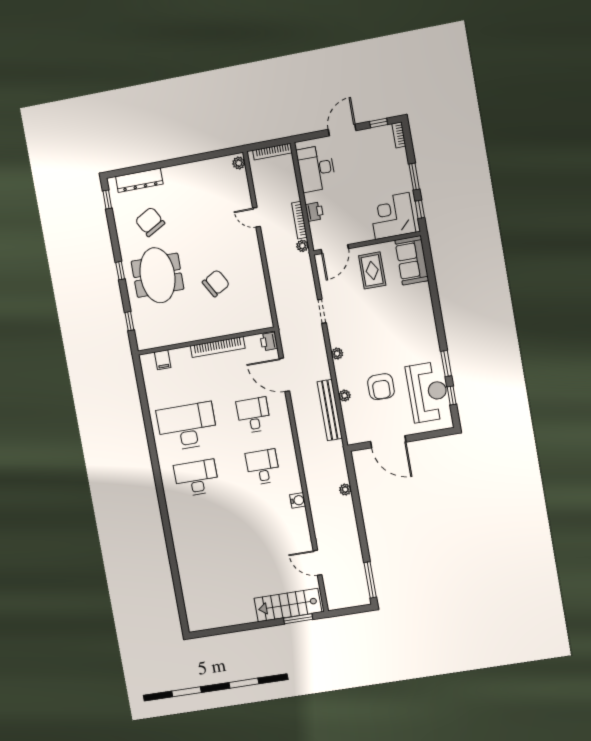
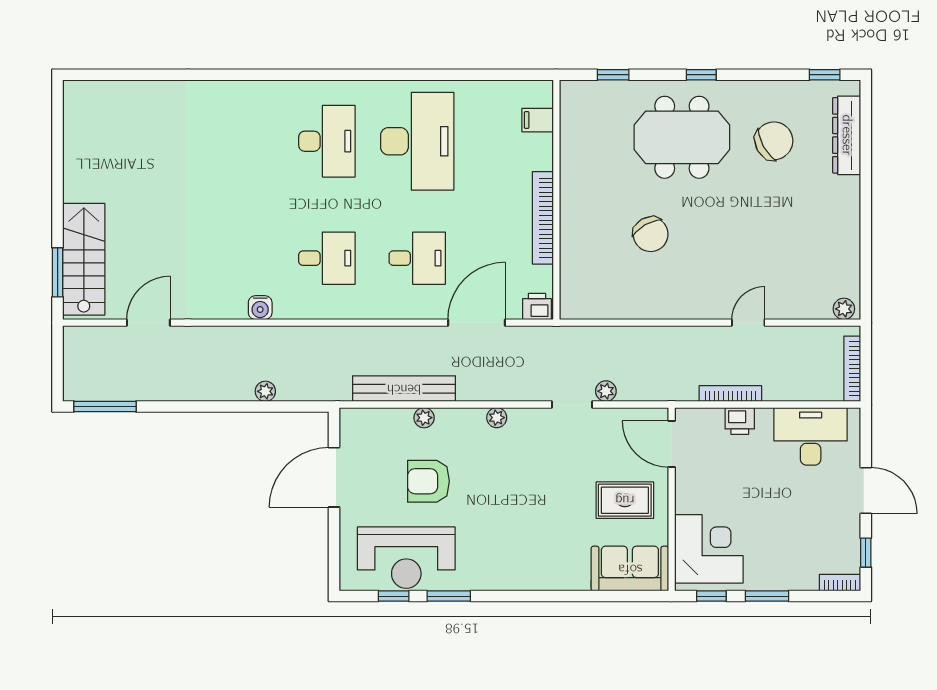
plant: (302, 246) -> (606, 391), moved

